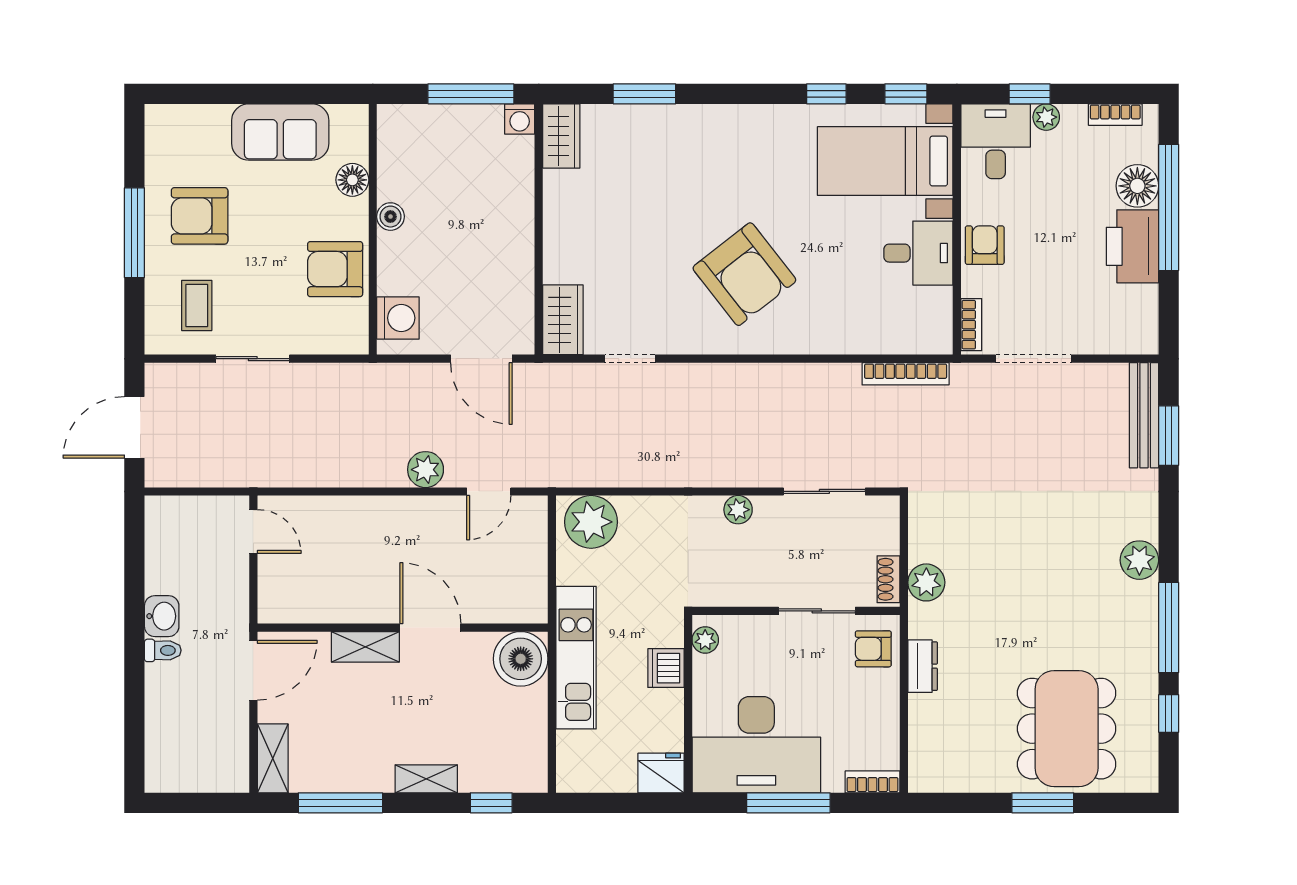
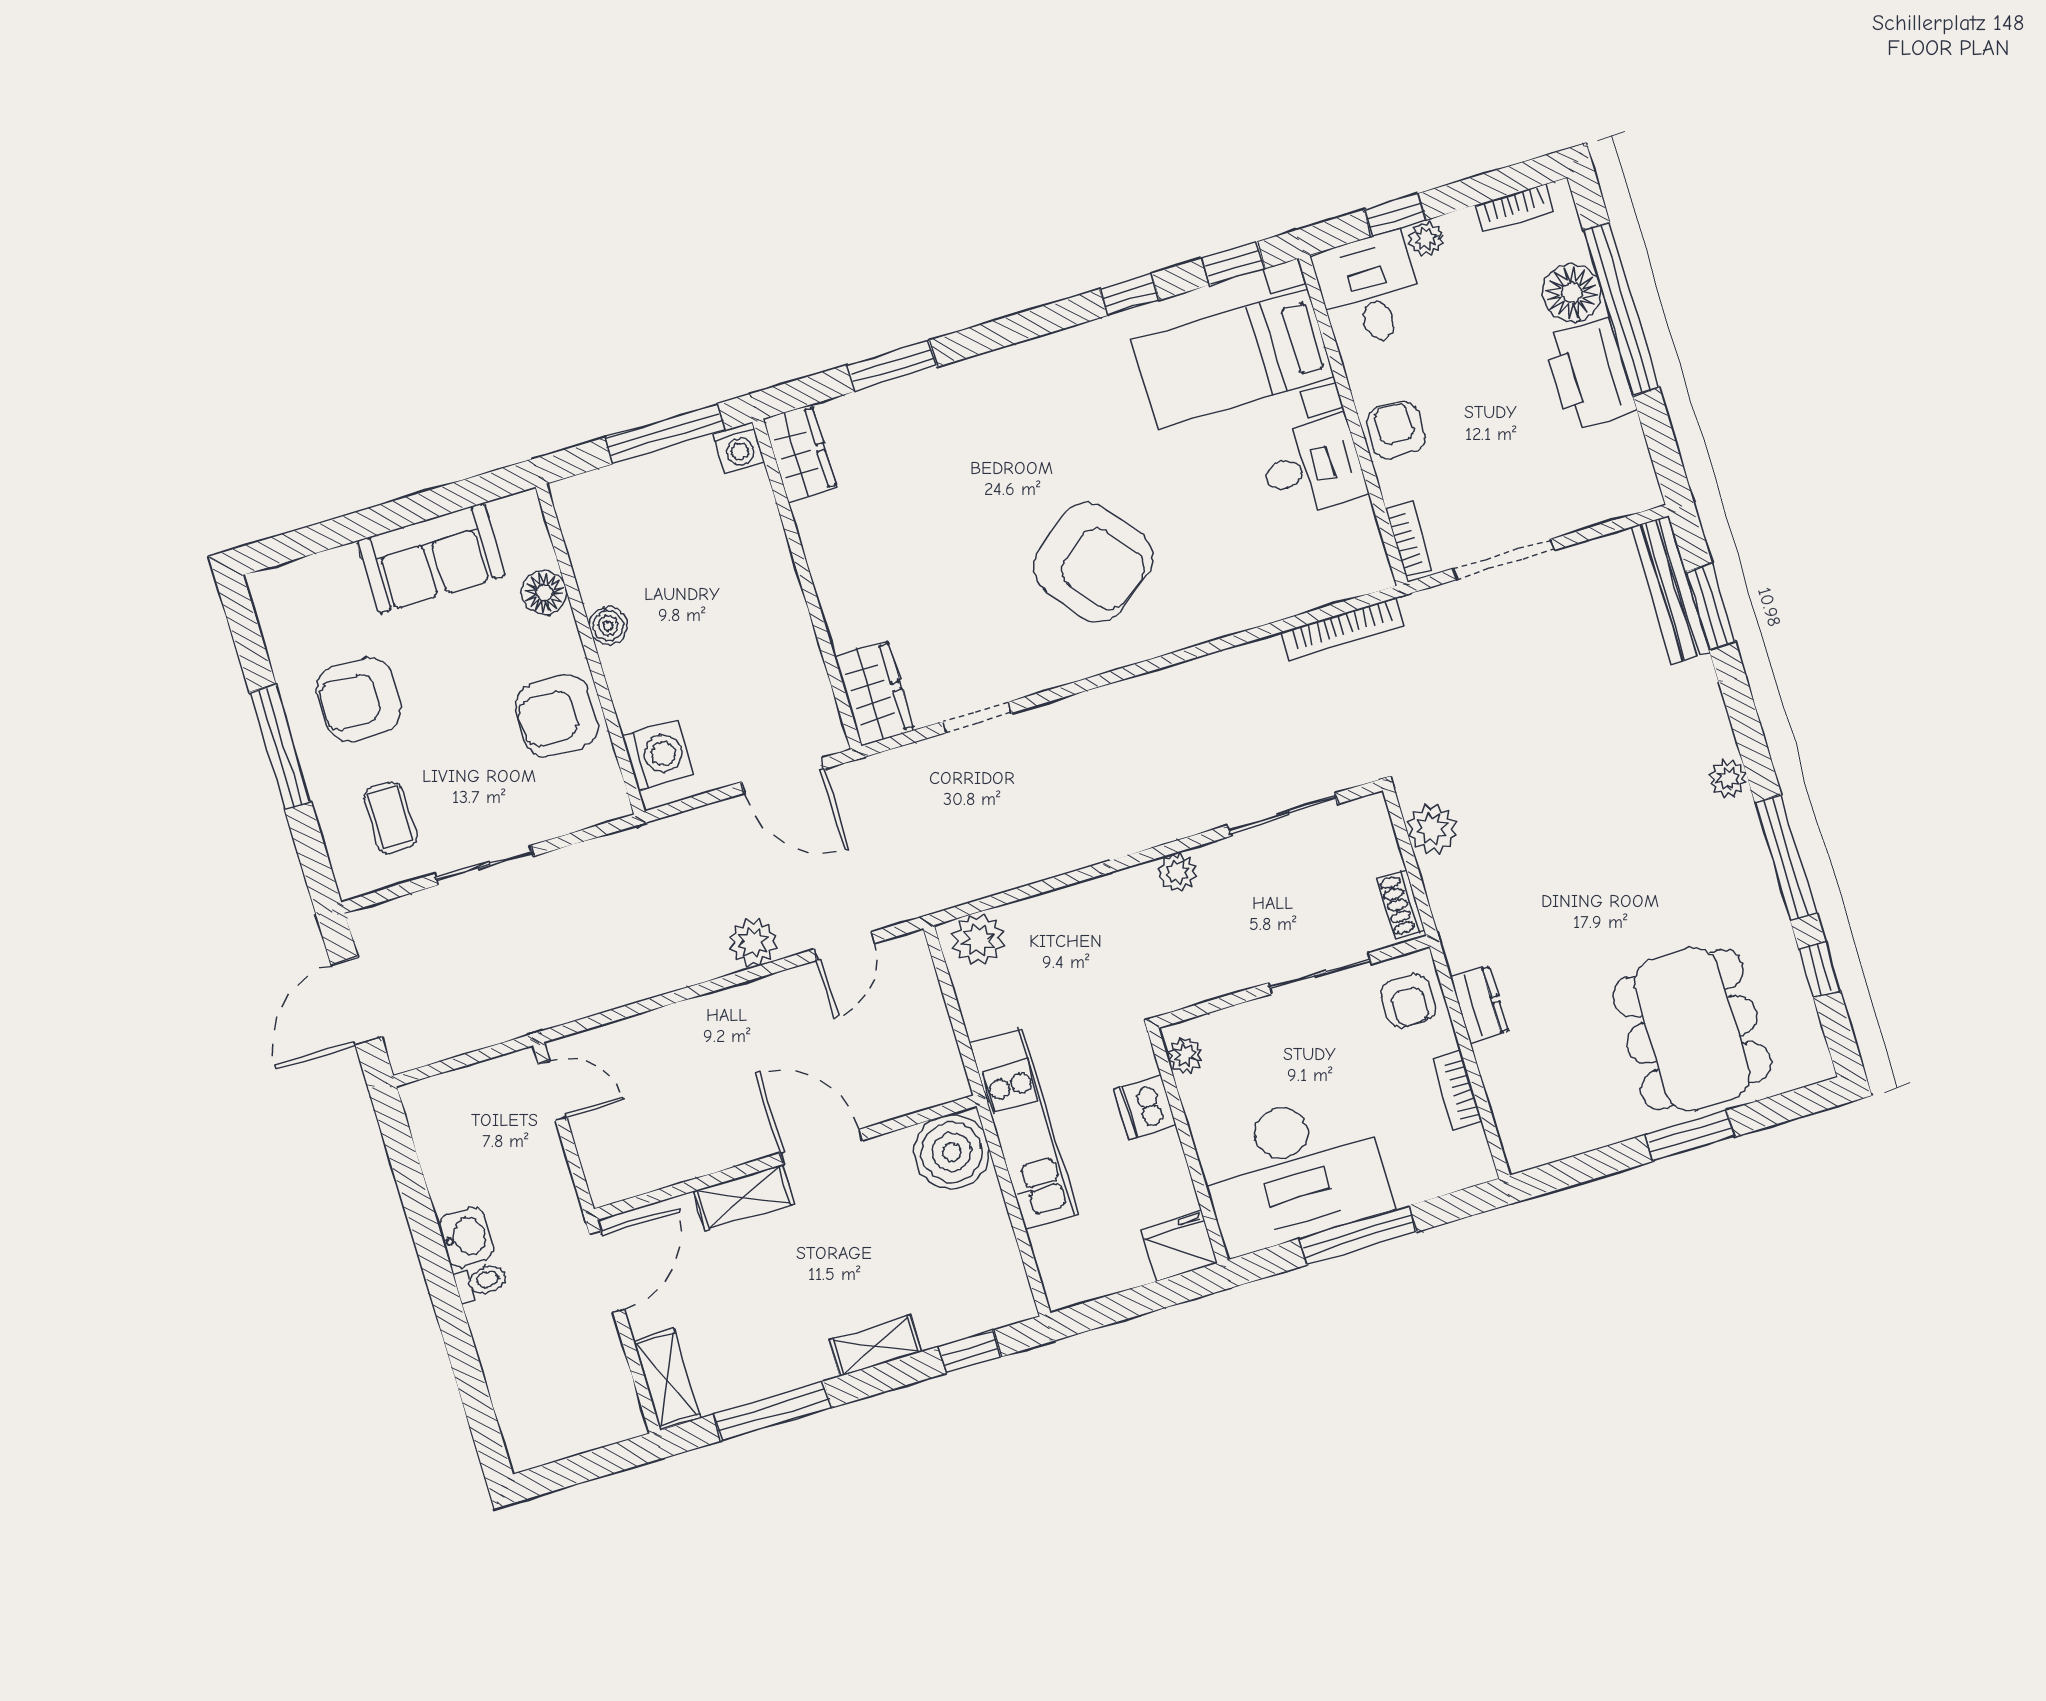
plant: (591, 522) -> (978, 939), width x0.73, depth x0.73
plant: (1139, 560) -> (1728, 779), width x0.73, depth x0.73
plant: (926, 582) -> (1432, 828), moved
armchair: (873, 649) -> (1408, 1001), turned -90
bookcase: (872, 782) -> (1457, 1091), moved, turned -90

